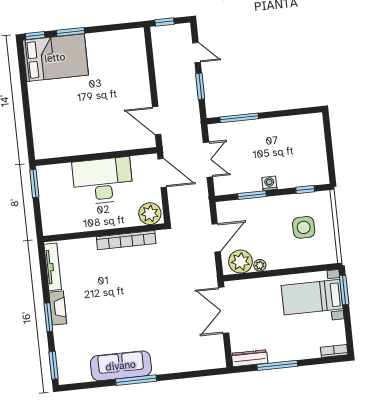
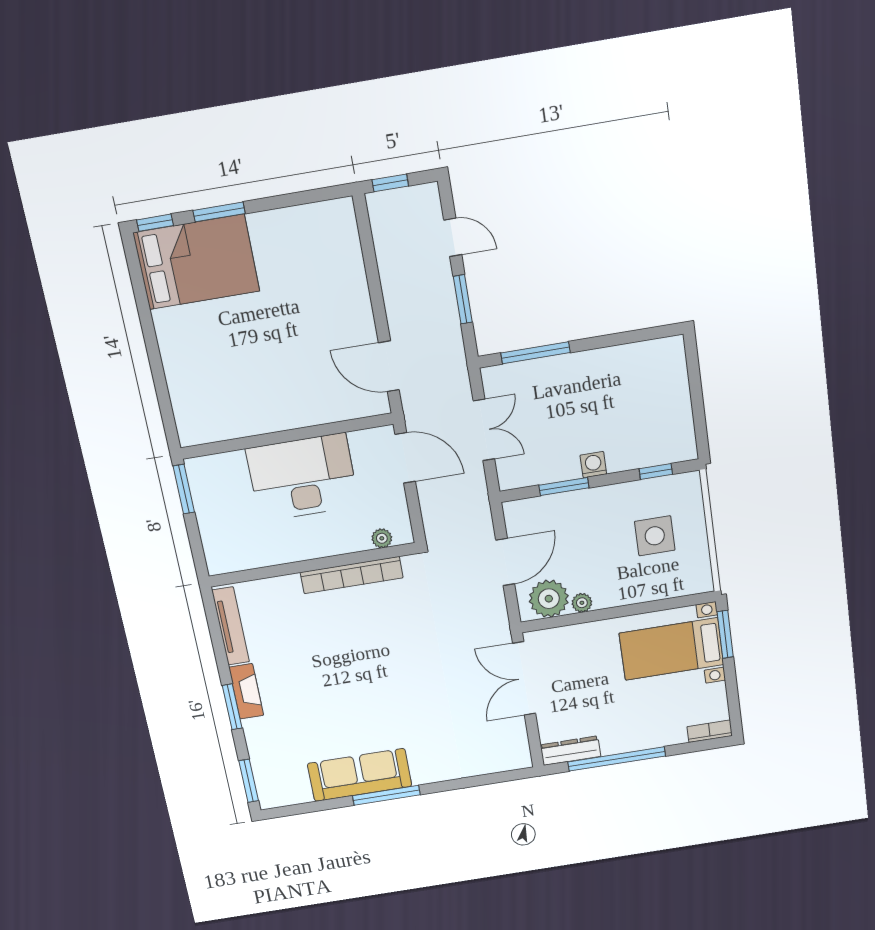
plant: (150, 214) -> (382, 538), width x0.53, depth x0.53
window: (277, 365) -> (617, 759), width x1.46

